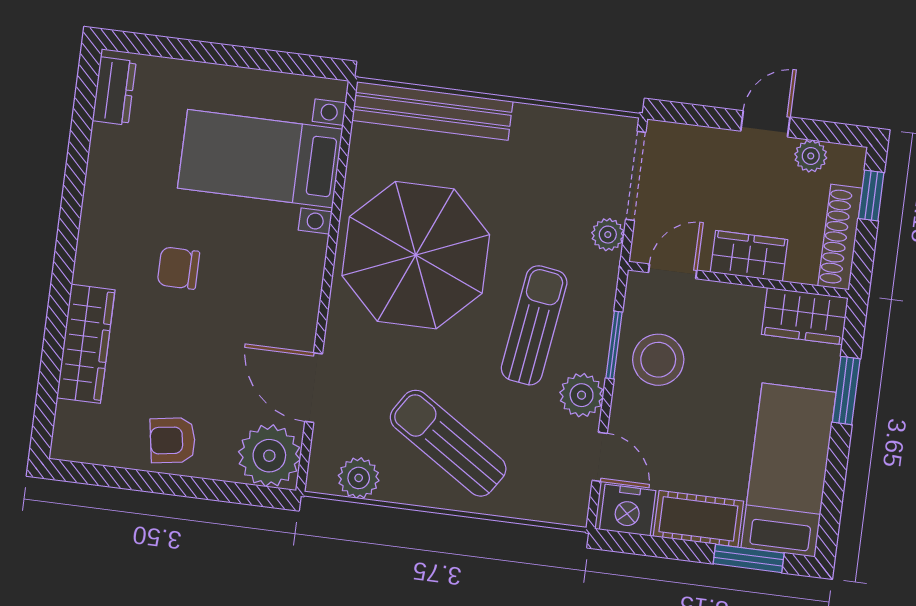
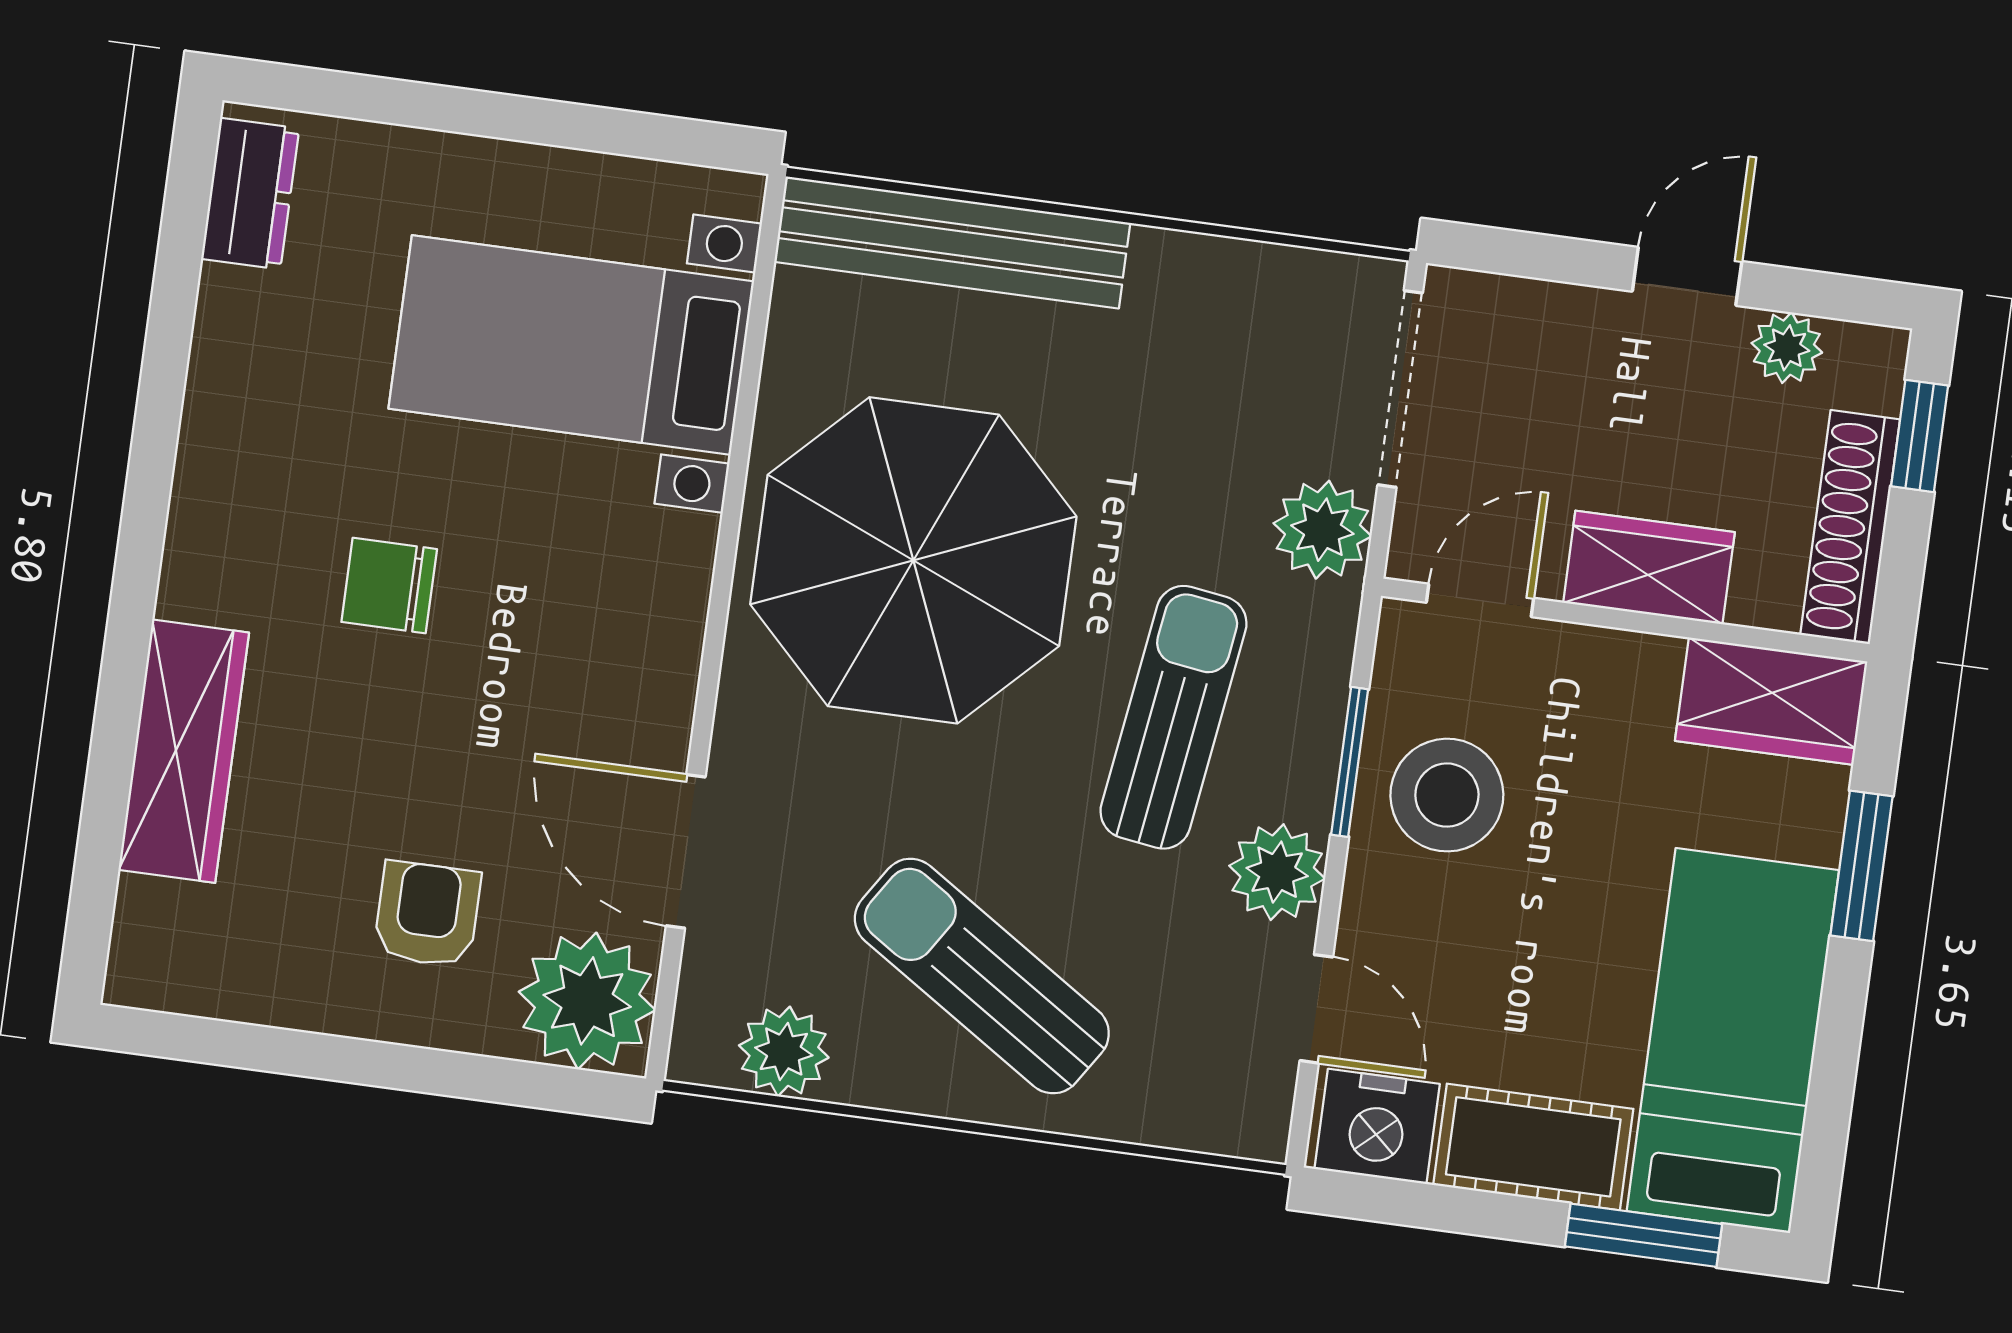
plant: (608, 235) -> (1322, 530), width x1.38, depth x1.38
armchair: (173, 440) -> (427, 914), moved, turned 99

